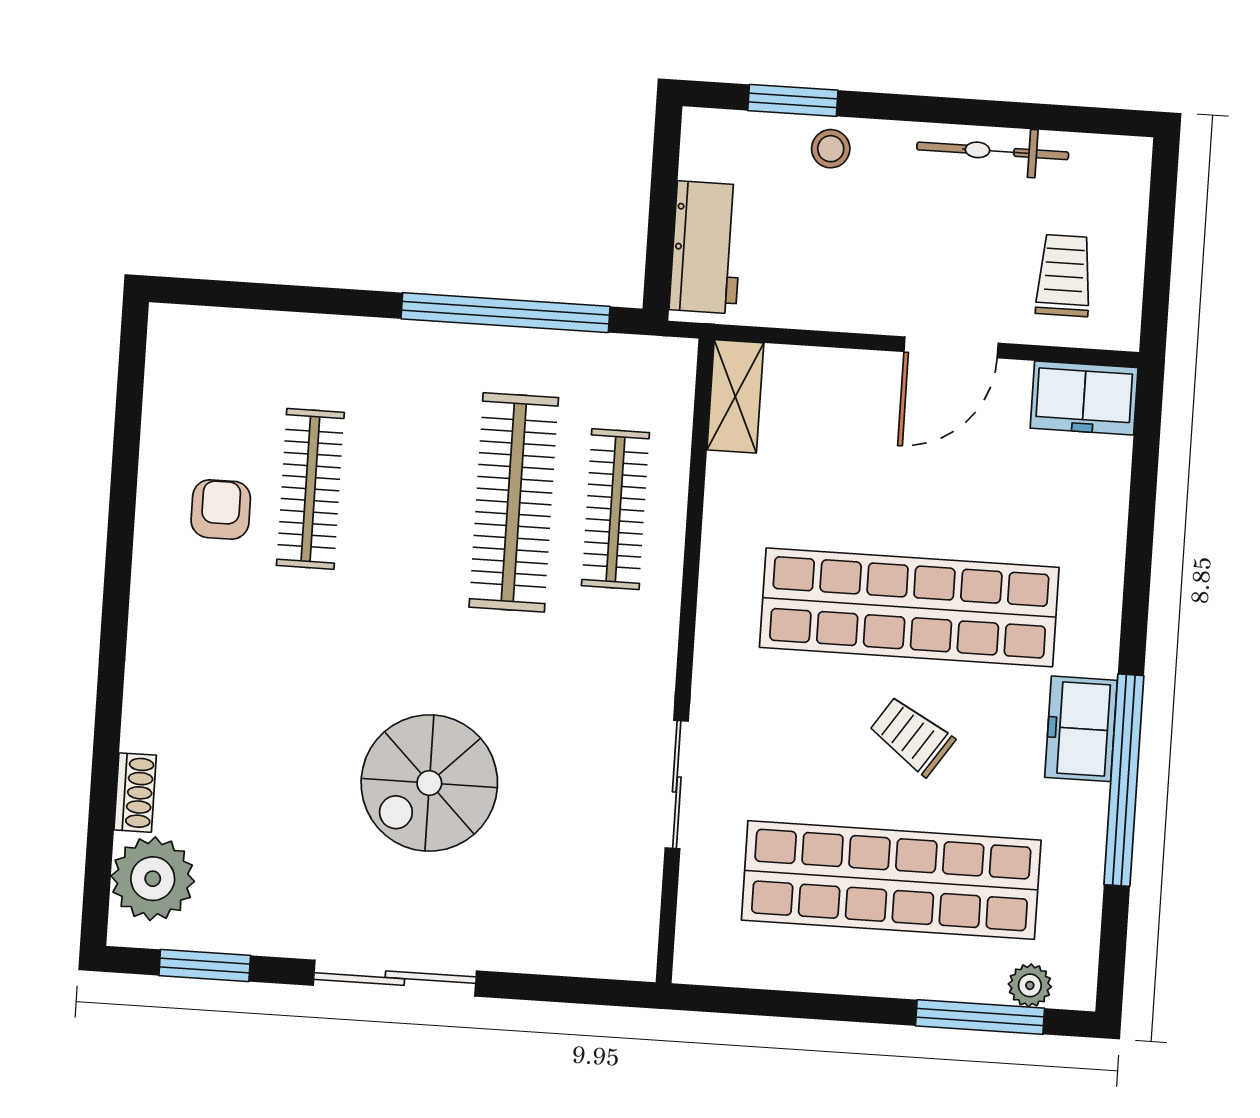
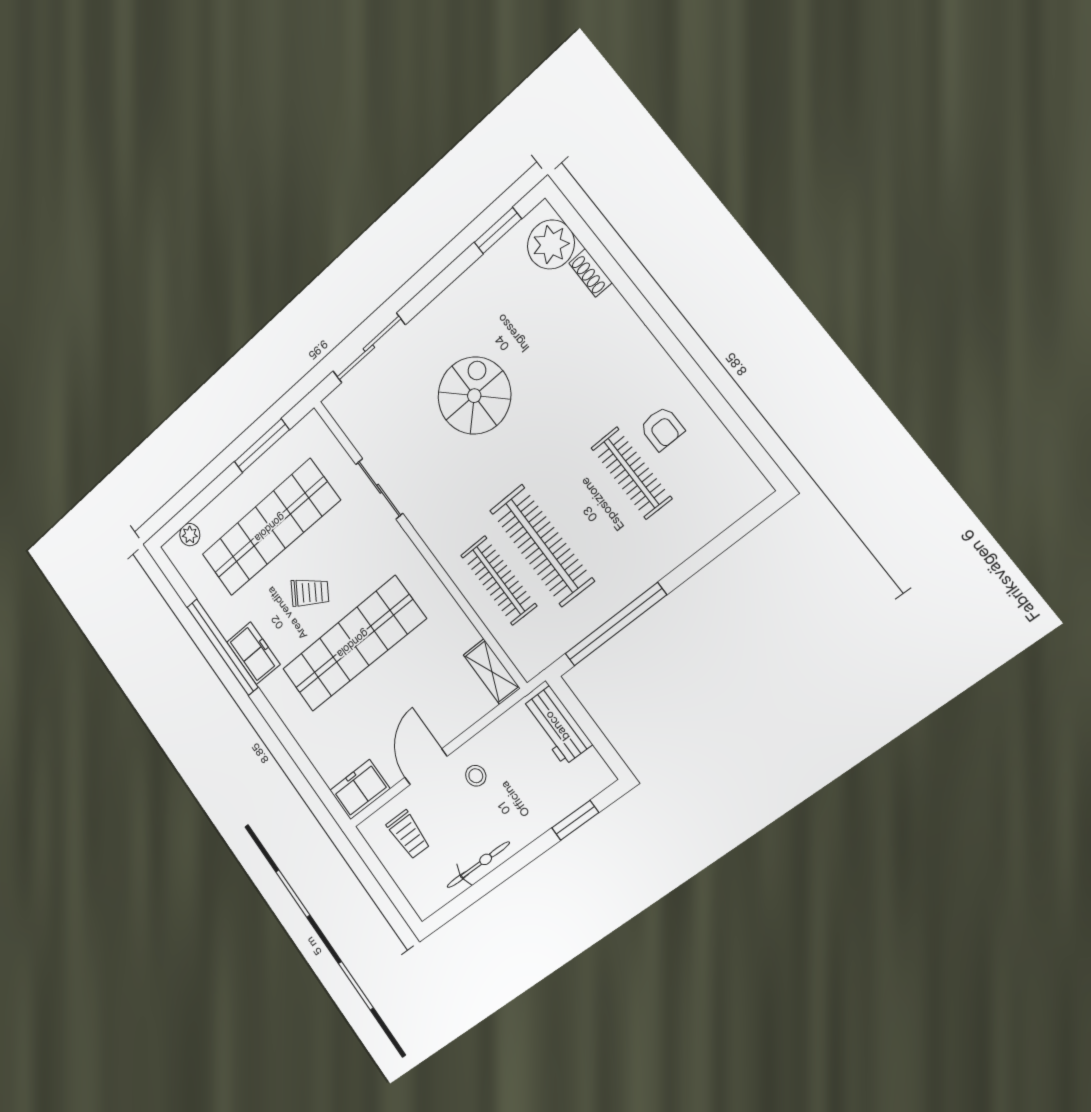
stool: (831, 149) -> (476, 776), moved
sliding door: (395, 978) -> (369, 348), moved
window: (980, 1017) -> (262, 446), moved

